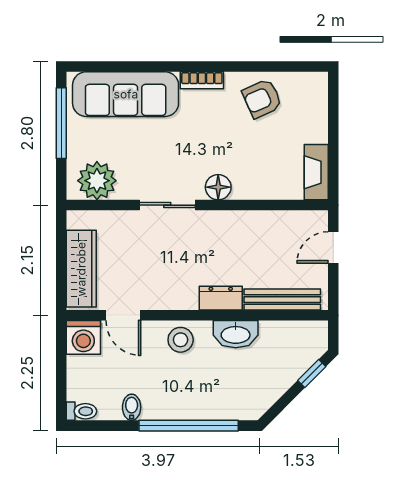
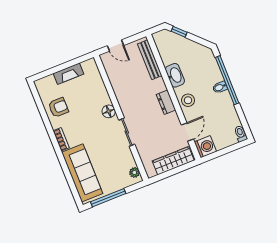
armchair: (262, 99) -> (58, 107), turned -66
fireplace: (316, 172) -> (68, 74), moved
plant: (97, 181) -> (134, 173), width x0.53, depth x0.53
dresser: (221, 298) -> (166, 102), moved
bidet: (132, 407) -> (220, 87), moved

